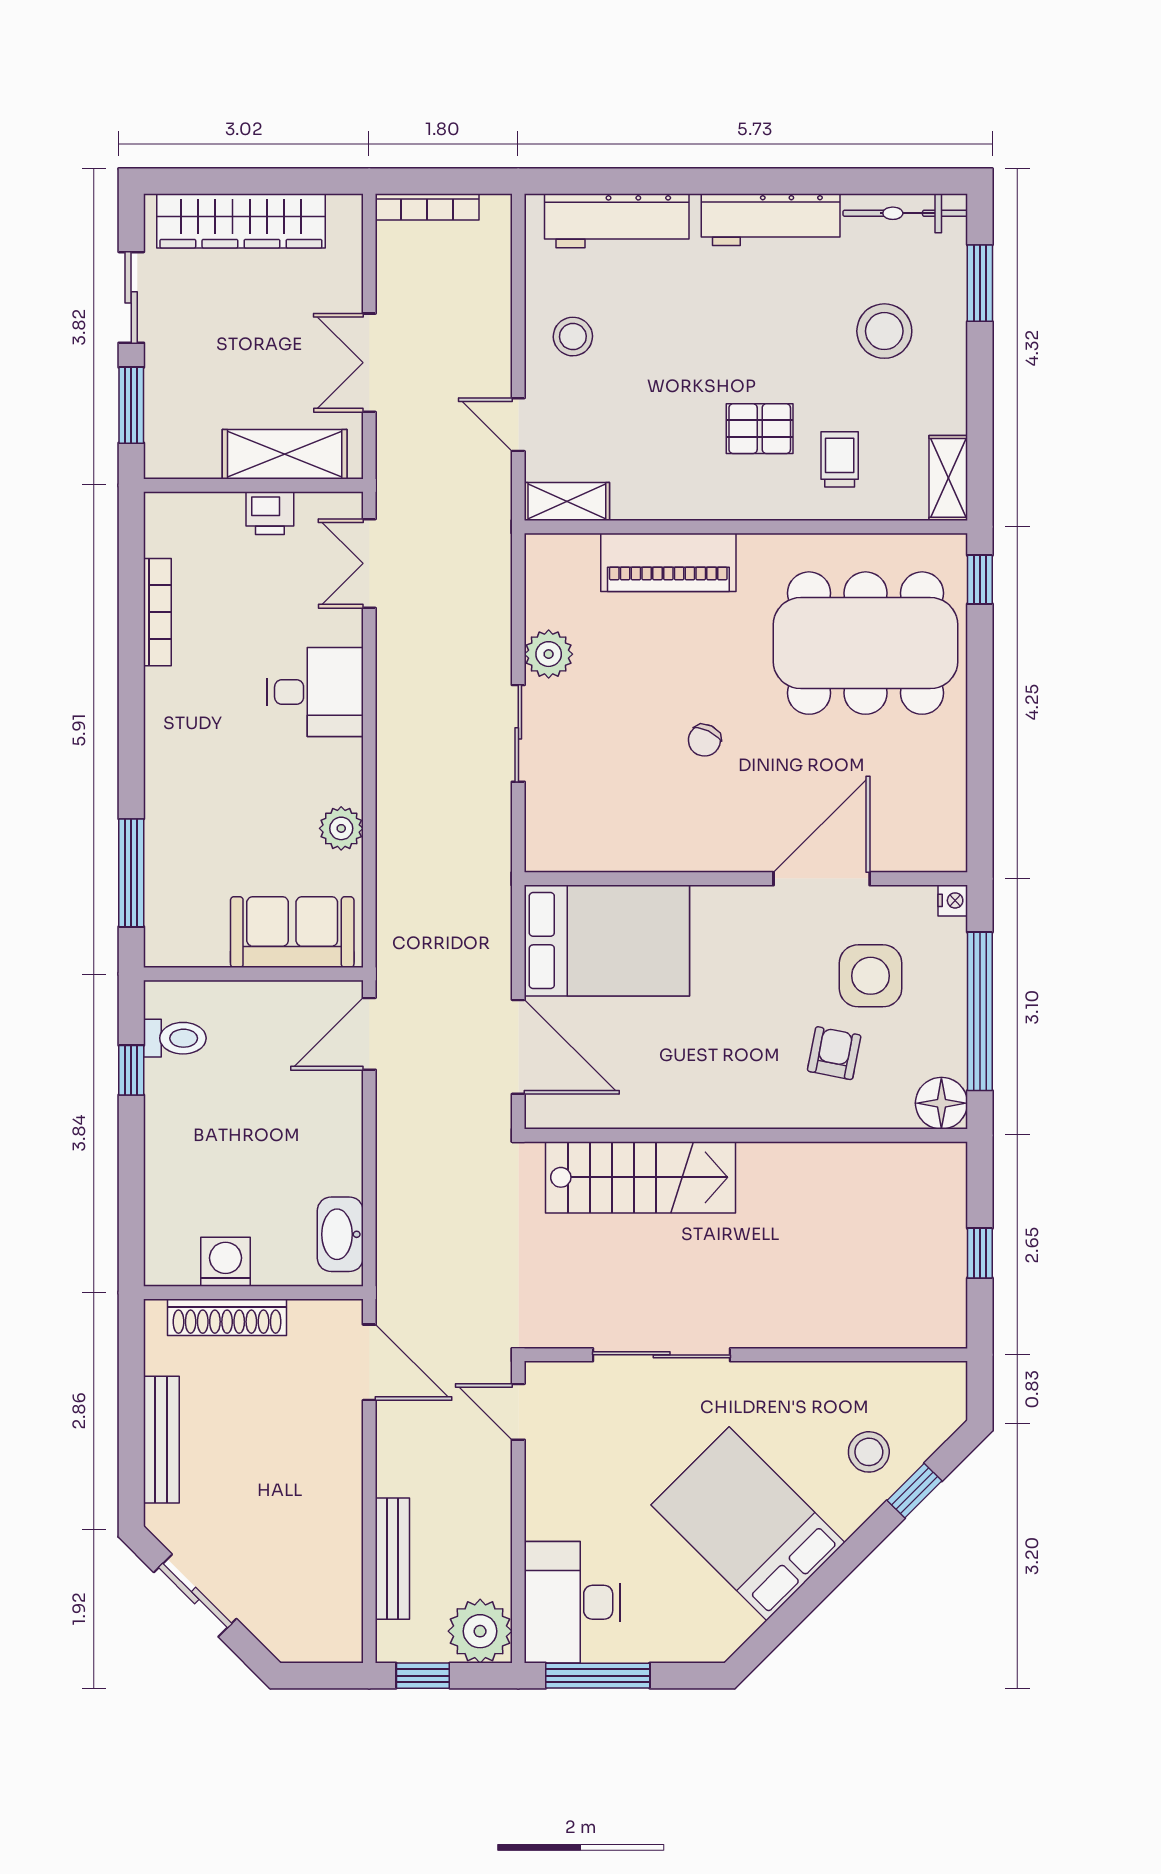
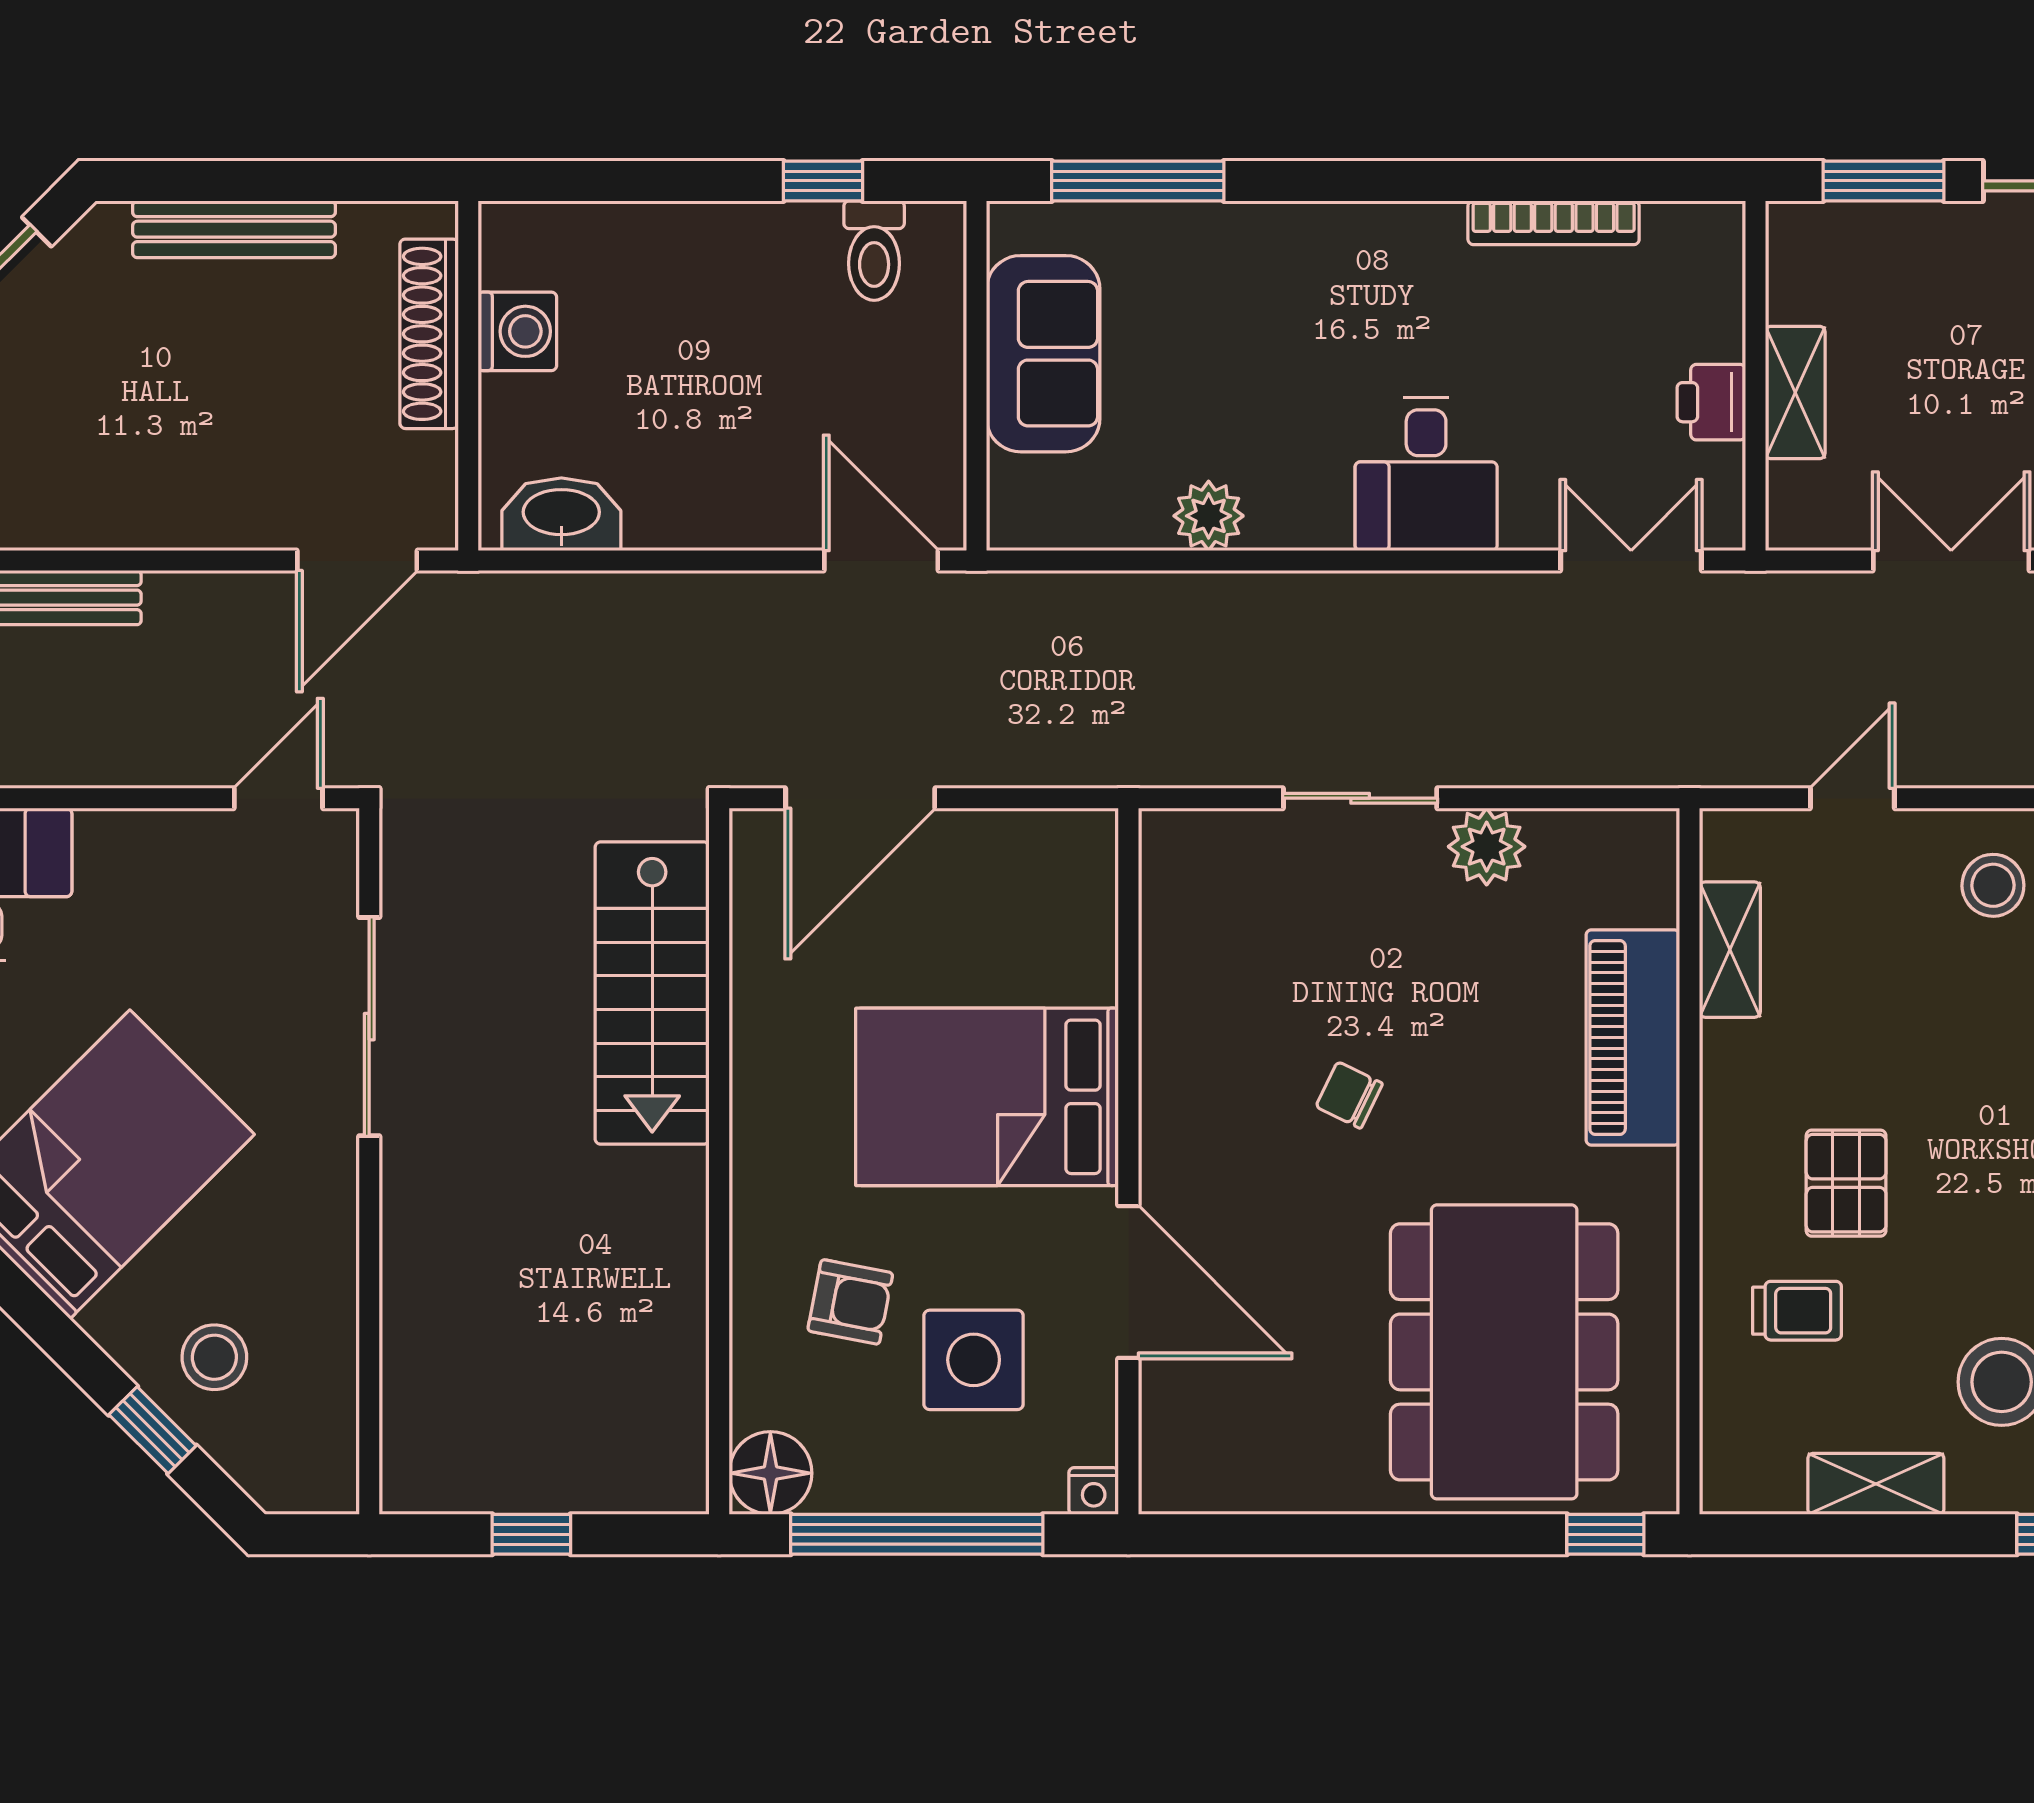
shelving: (285, 454) -> (1795, 392), width x0.67, depth x0.75
shelving: (948, 478) -> (1876, 1484), moved
shelving: (567, 502) -> (1730, 950), moved
sofa: (292, 932) -> (1043, 354), moved
bed: (607, 941) -> (987, 1097), moved, turned 90

